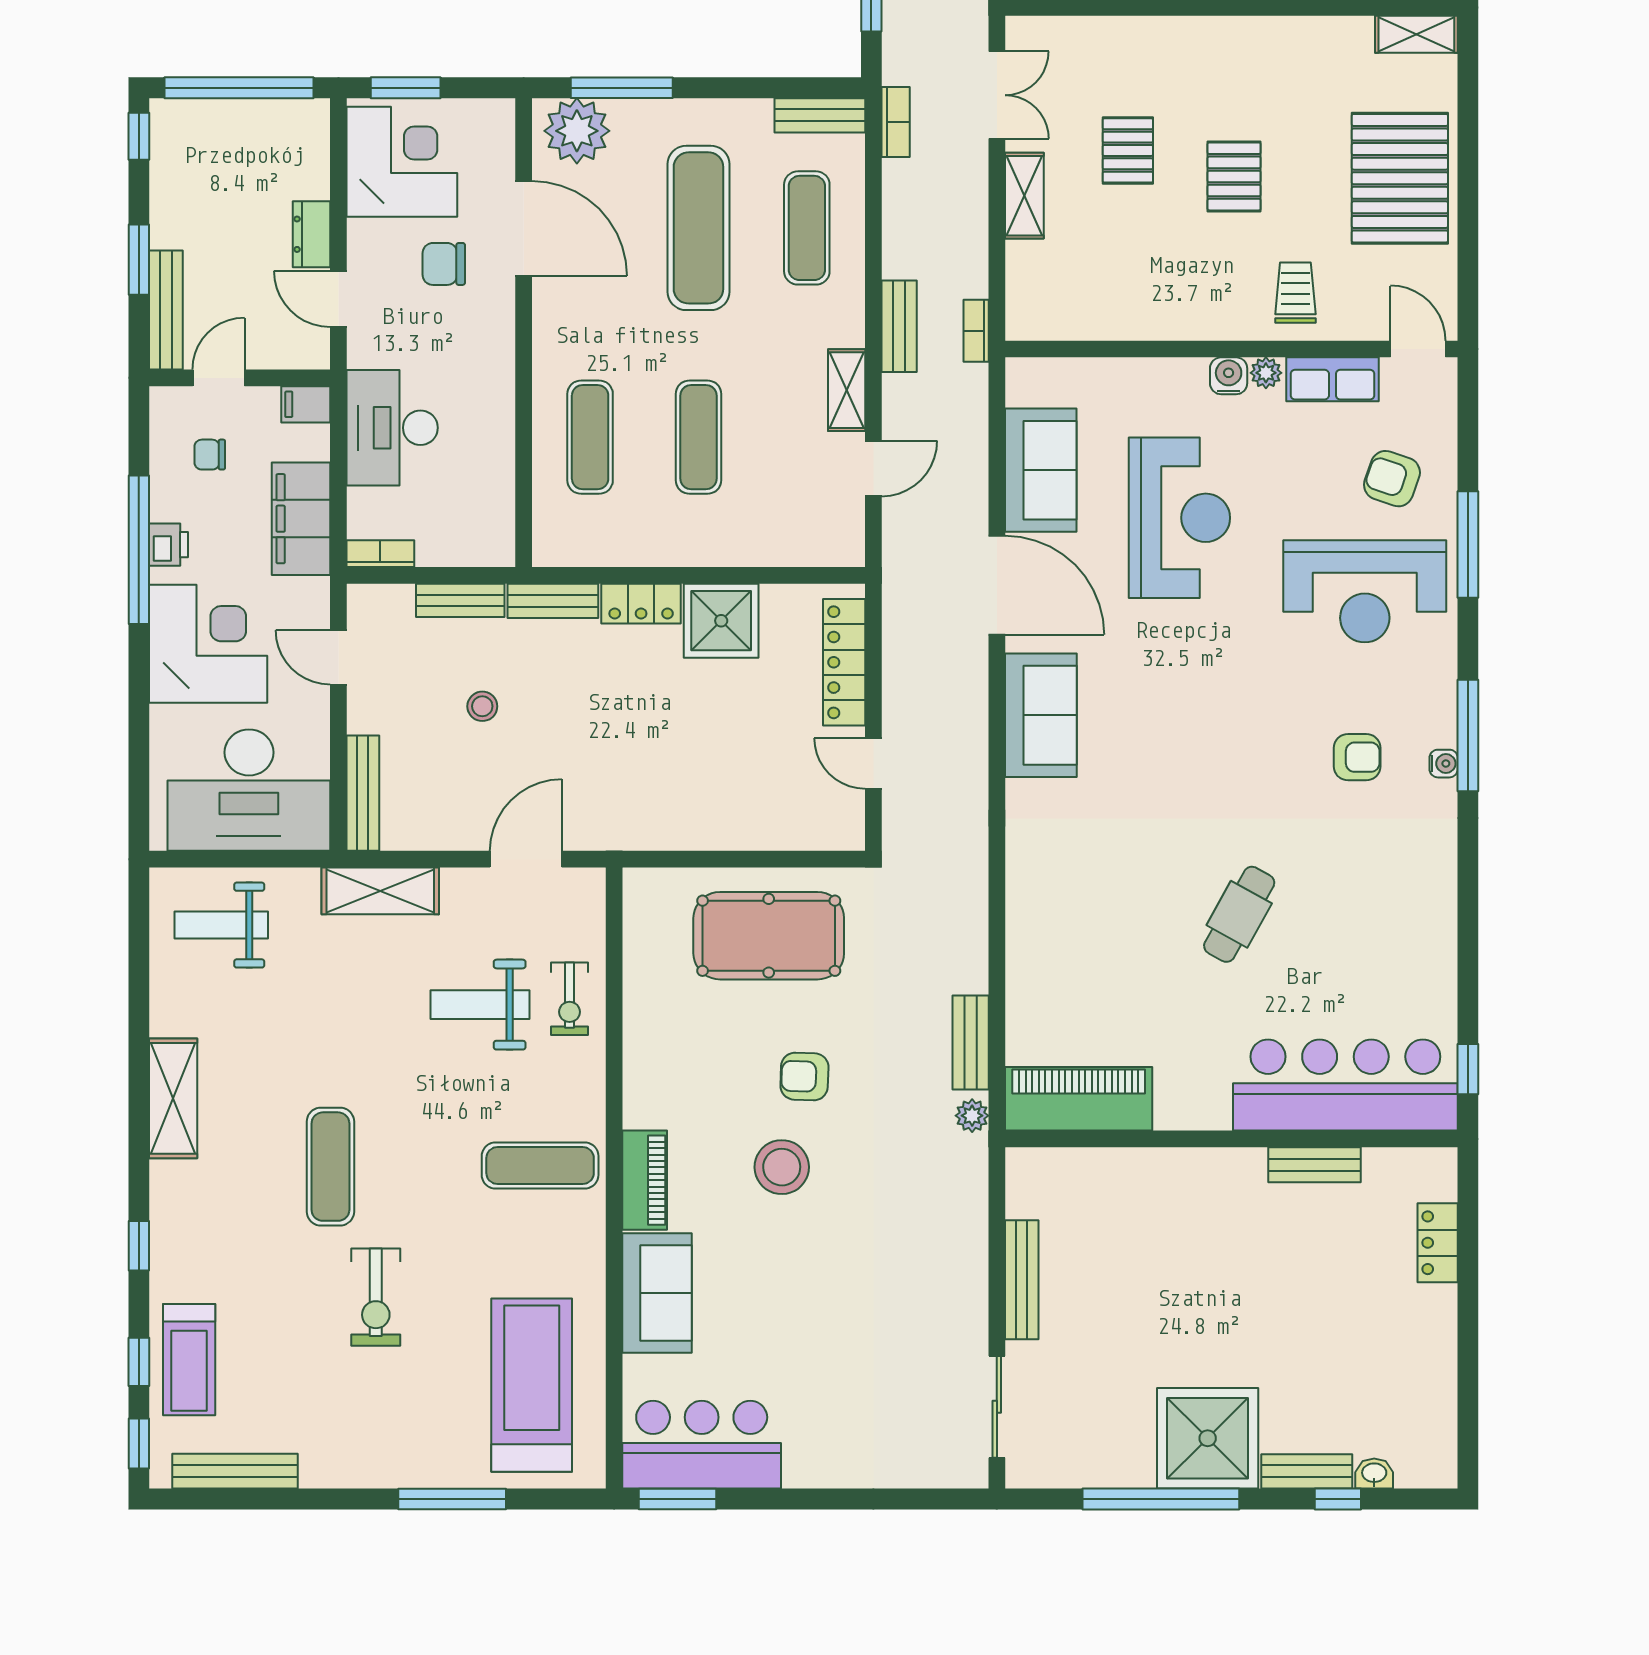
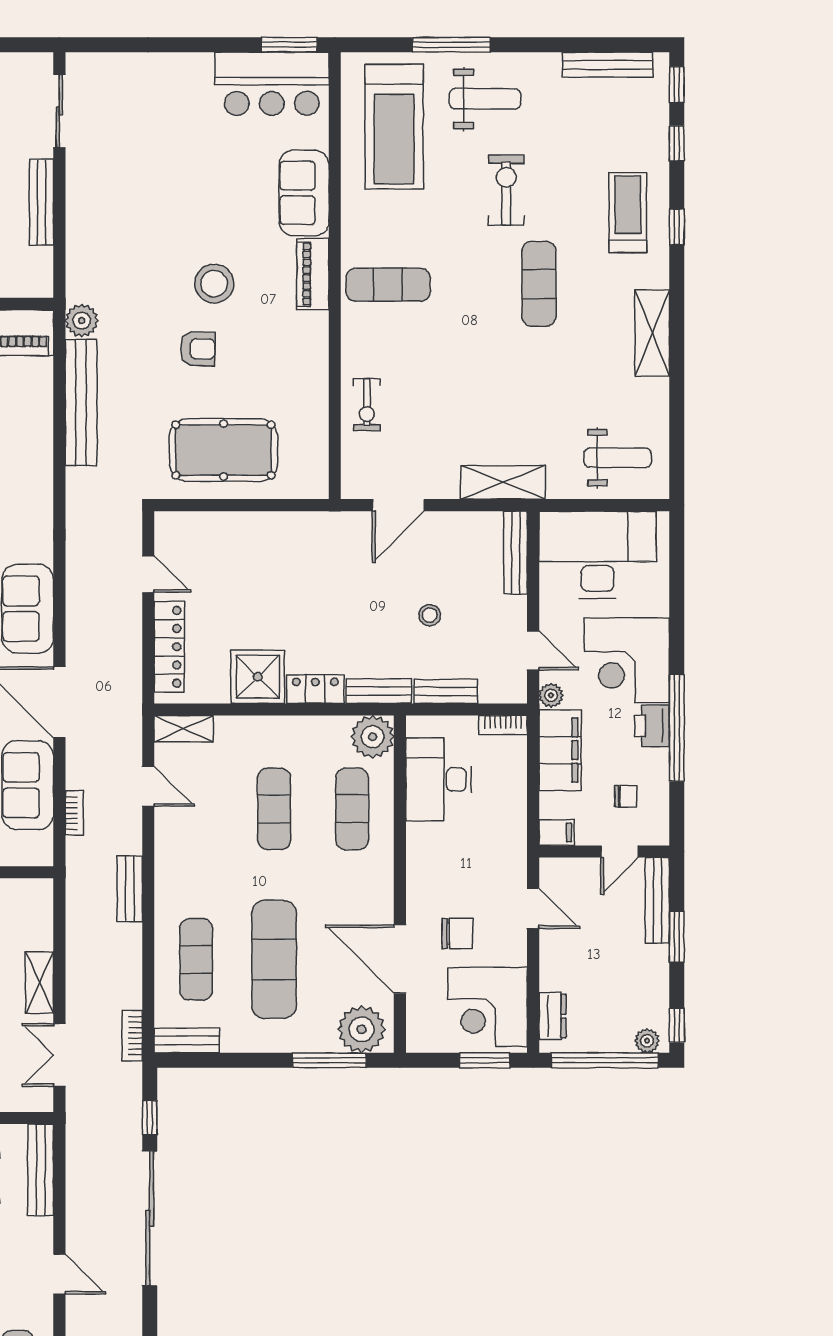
plant: (180, 115) -> (647, 1041), added
dresser: (312, 234) -> (552, 1016), moved
bookcase: (976, 331) -> (74, 813), moved
shelving: (847, 390) -> (184, 729), moved, turned 90
desk: (392, 428) -> (439, 779), moved, turned 180
door: (873, 468) -> (148, 786), swing flipped
plant: (562, 537) -> (373, 737), added
printer: (169, 545) -> (652, 726), width x1.36, depth x1.24
plant: (314, 595) -> (551, 695), added
exercise bike: (570, 999) -> (367, 405), turned 180
weight bench: (480, 1005) -> (485, 99), moved
bench: (971, 1042) -> (81, 403), width x1.86, depth x1.21
plant: (972, 1116) -> (82, 321), width x1.38, depth x1.38
treadmill: (189, 1360) -> (628, 213), moved

